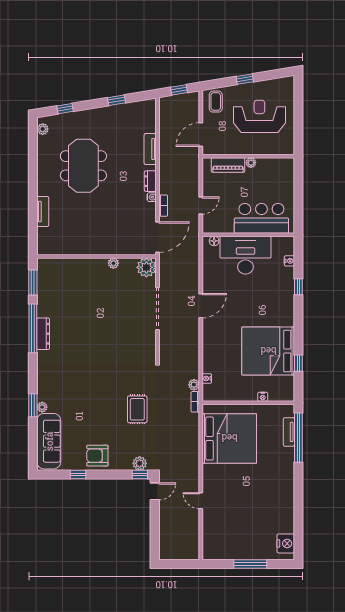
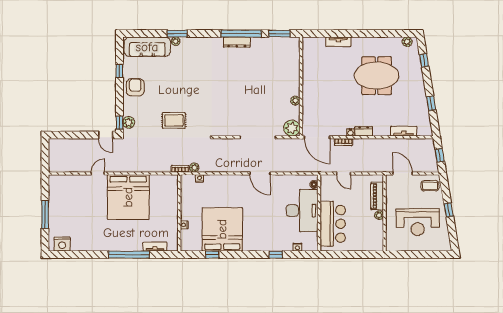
reception desk: (259, 116) -> (418, 222), turned 90
tv unit: (150, 149) -> (404, 131), moved
bed: (229, 438) -> (128, 197), moved
window: (298, 438) -> (129, 255), moved

